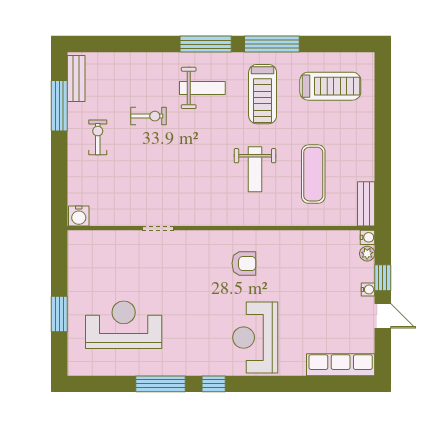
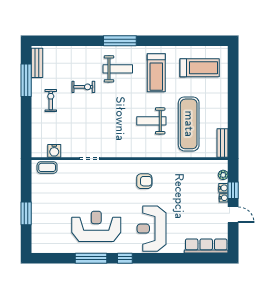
window: (272, 44) -> (162, 41), removed
weight bench: (255, 169) -> (151, 121), turned 90
exercise mat: (313, 174) -> (189, 124), width x1.36, depth x1.45
water cooler: (79, 216) -> (54, 151), moved
water cooler: (368, 237) -> (223, 188), moved
coffee table: (92, 242) -> (47, 167), added
reception desk: (124, 325) -> (96, 226), moved

